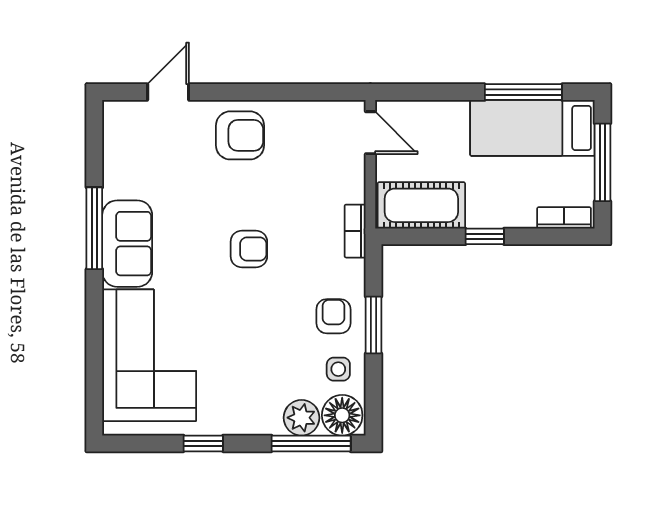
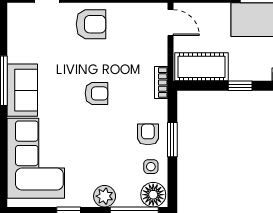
plant: (302, 418) -> (105, 196), moved

